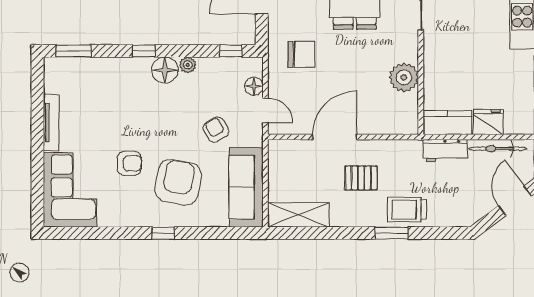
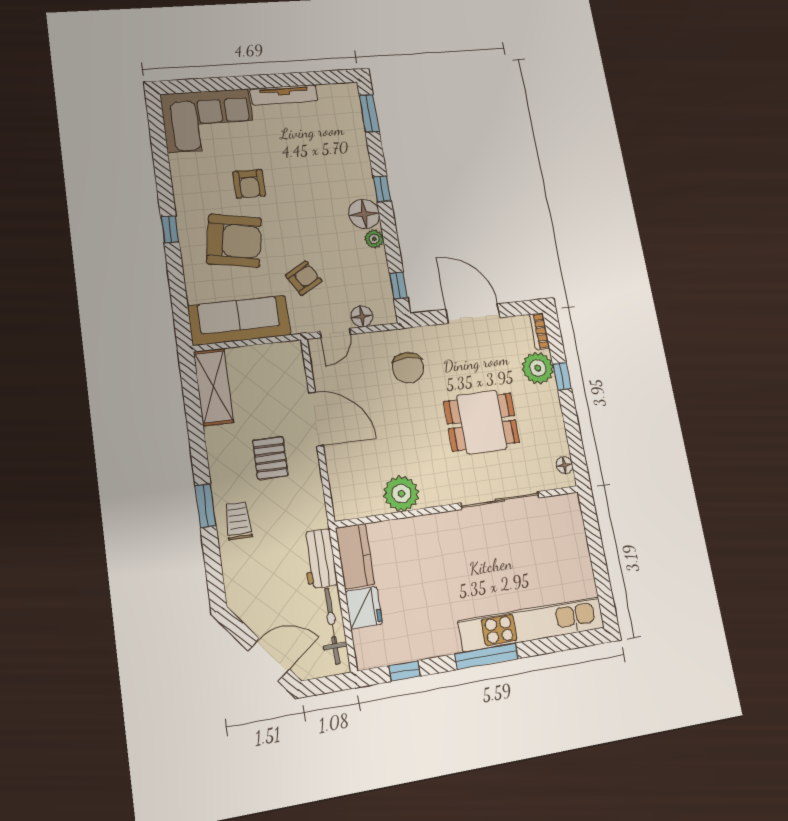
trolley: (407, 210) -> (238, 521), width x0.73, depth x0.72

